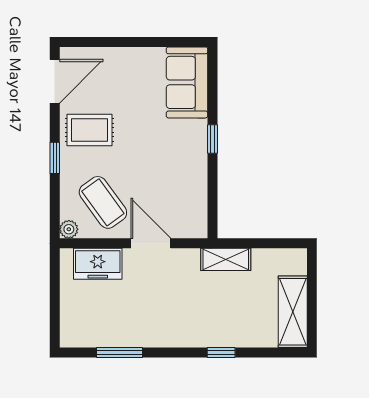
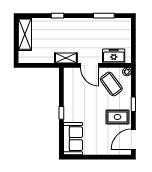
shelving: (226, 259) -> (66, 58), moved

